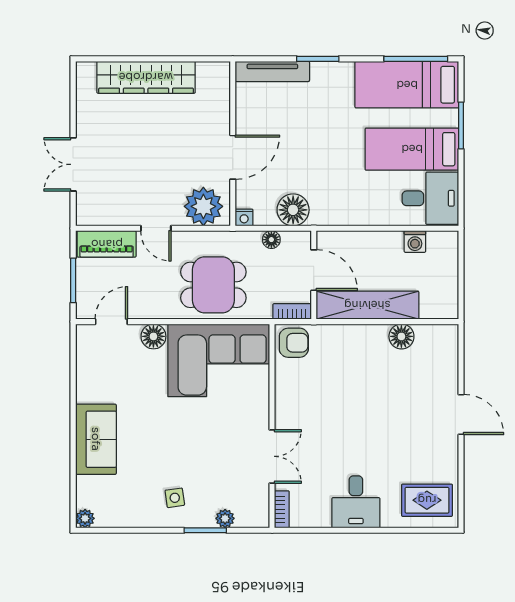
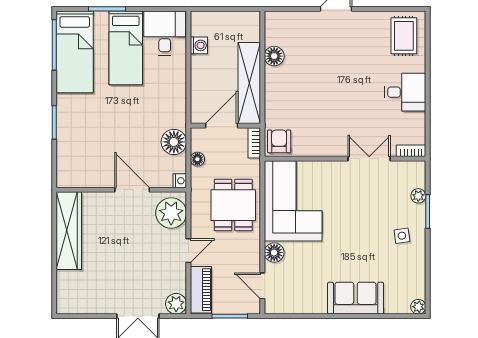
tv unit: (272, 71) -> (64, 158), removed
wardrobe: (146, 77) -> (69, 231), moved
plant: (89, 213) -> (176, 304), added

